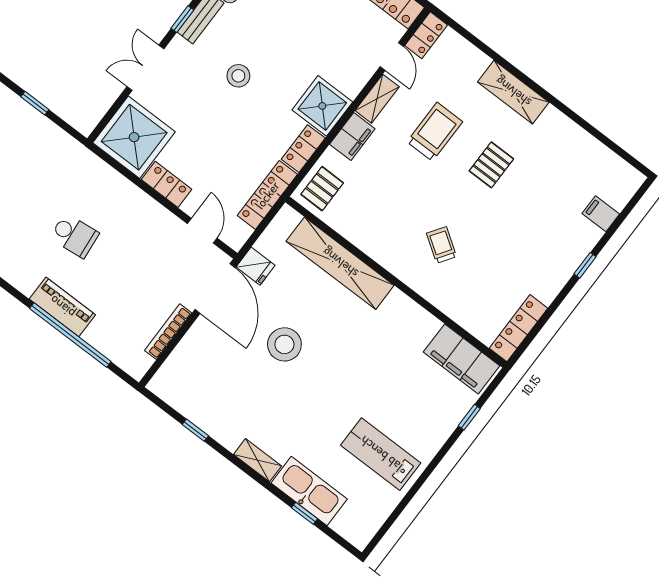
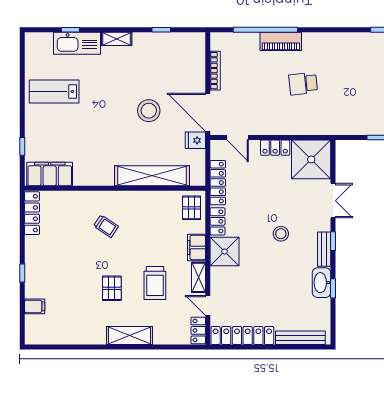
lab bench: (381, 454) -> (54, 91), turned 180

